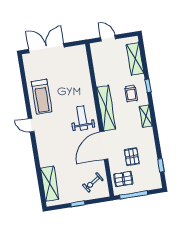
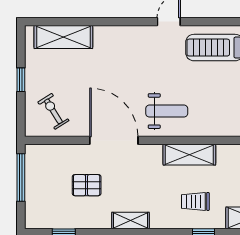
shelving: (106, 108) -> (189, 155), width x0.68
shelving: (146, 116) -> (130, 221), moved
pallet: (123, 179) -> (51, 165), removed

